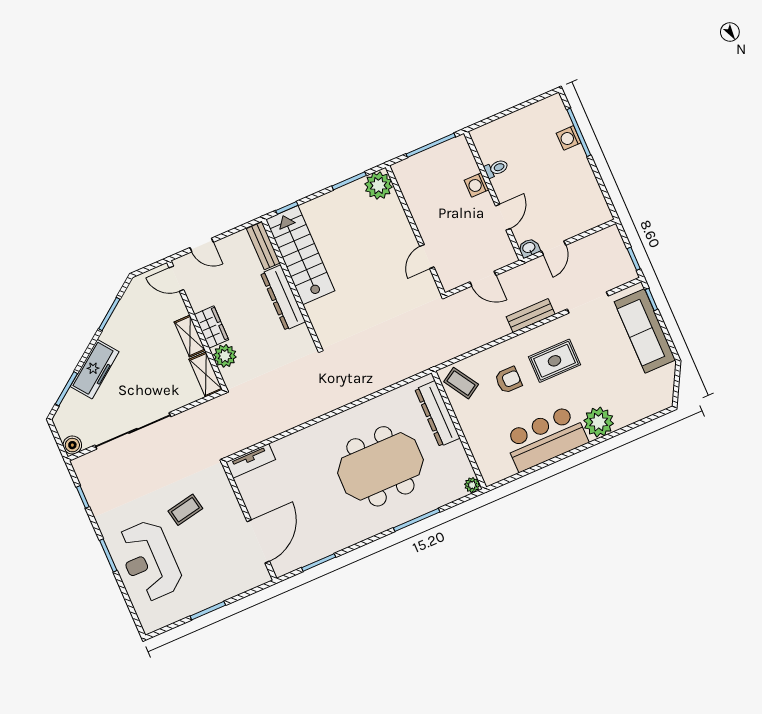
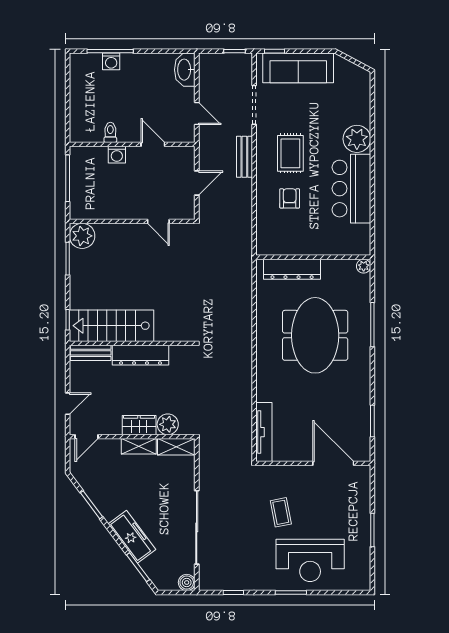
washbasin: (529, 248) -> (185, 70), moved, width x1.91, depth x1.45
coffee table: (461, 383) -> (275, 239), removed
tv unit: (251, 461) -> (264, 432), width x1.41

